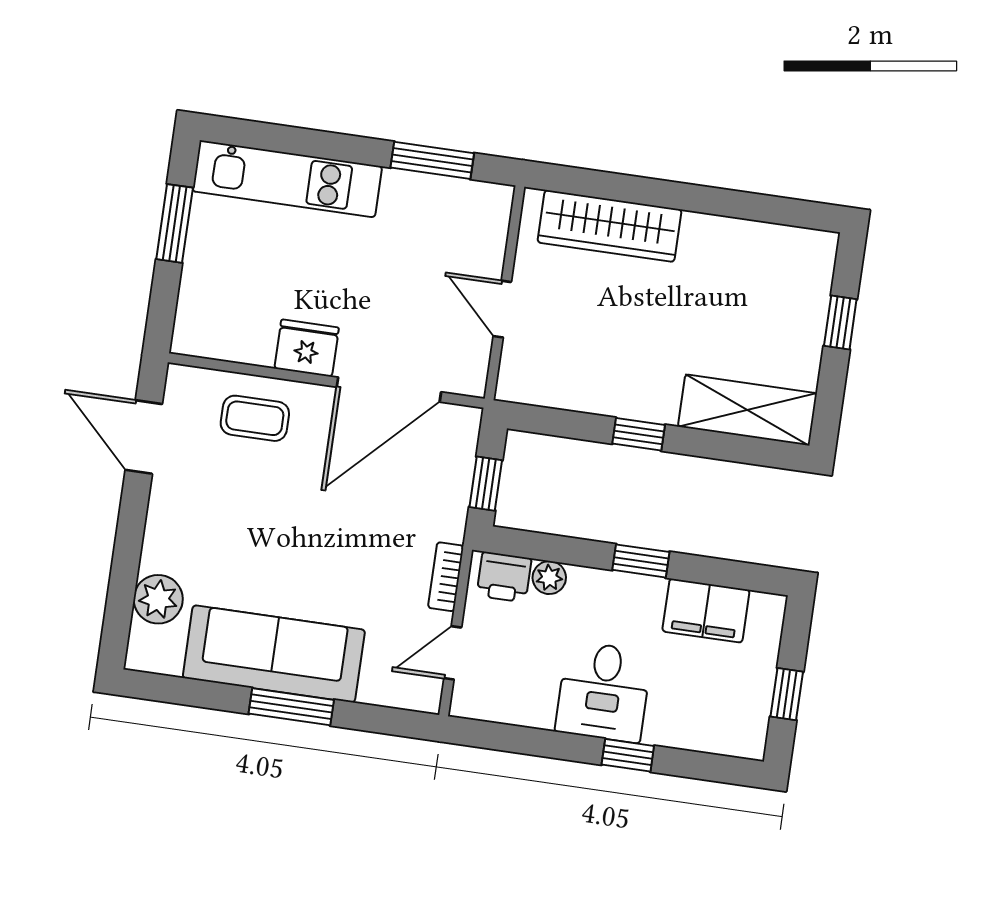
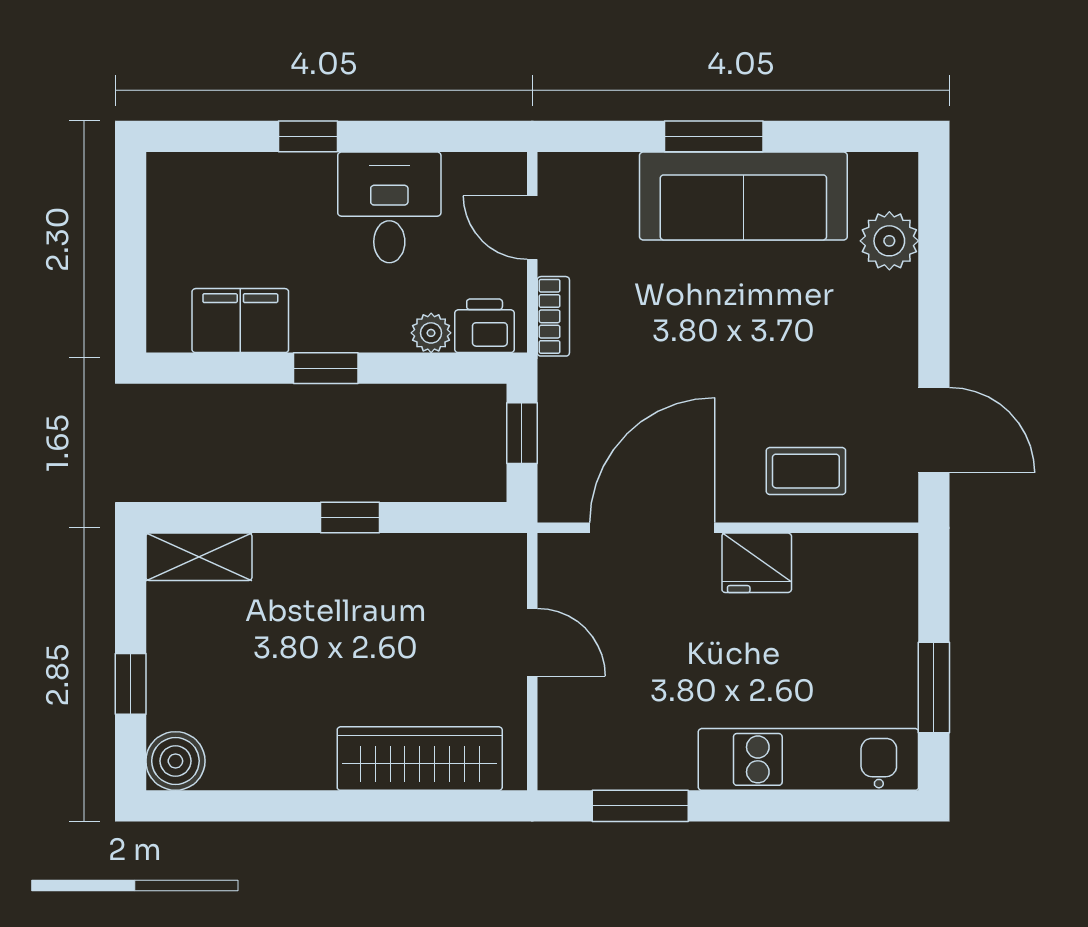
boiler: (812, 253) -> (175, 761), added
shelving: (747, 410) -> (199, 557), width x0.67, depth x0.75
door: (453, 653) -> (532, 228), swing flipped
desk: (604, 692) -> (389, 207), moved
window: (787, 694) -> (131, 236), removed

